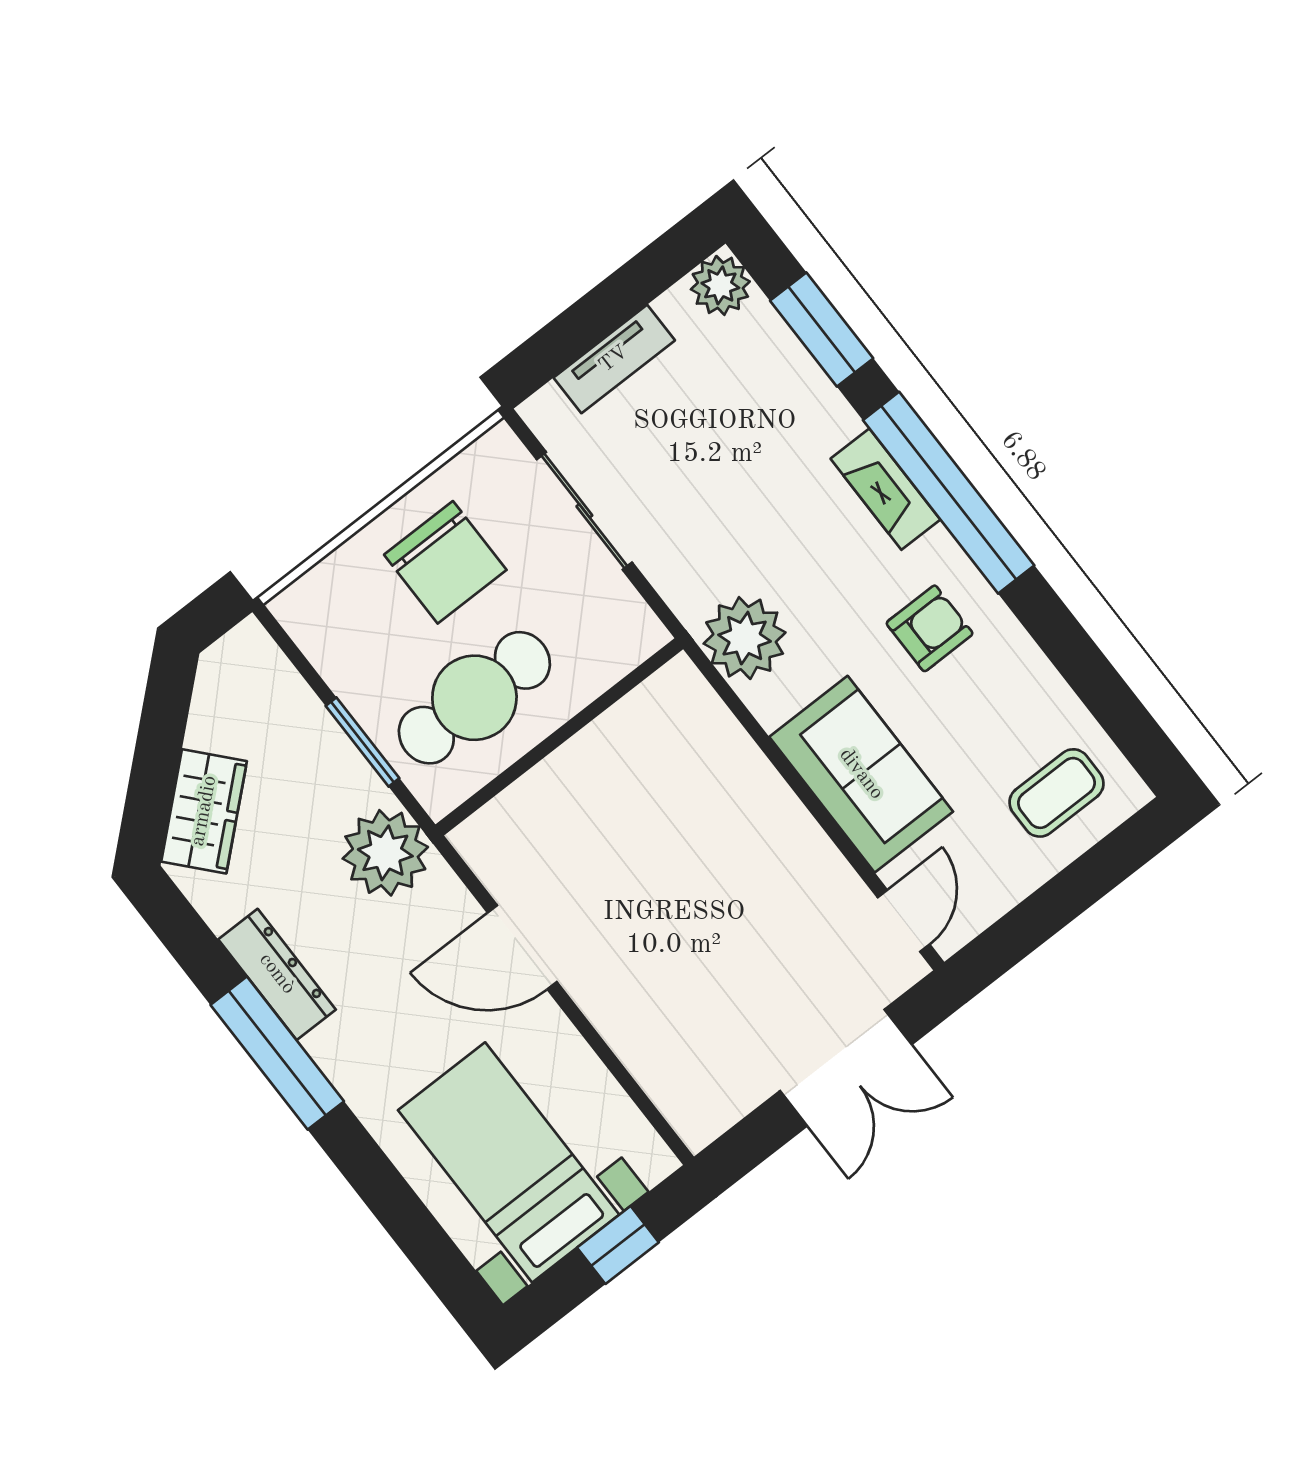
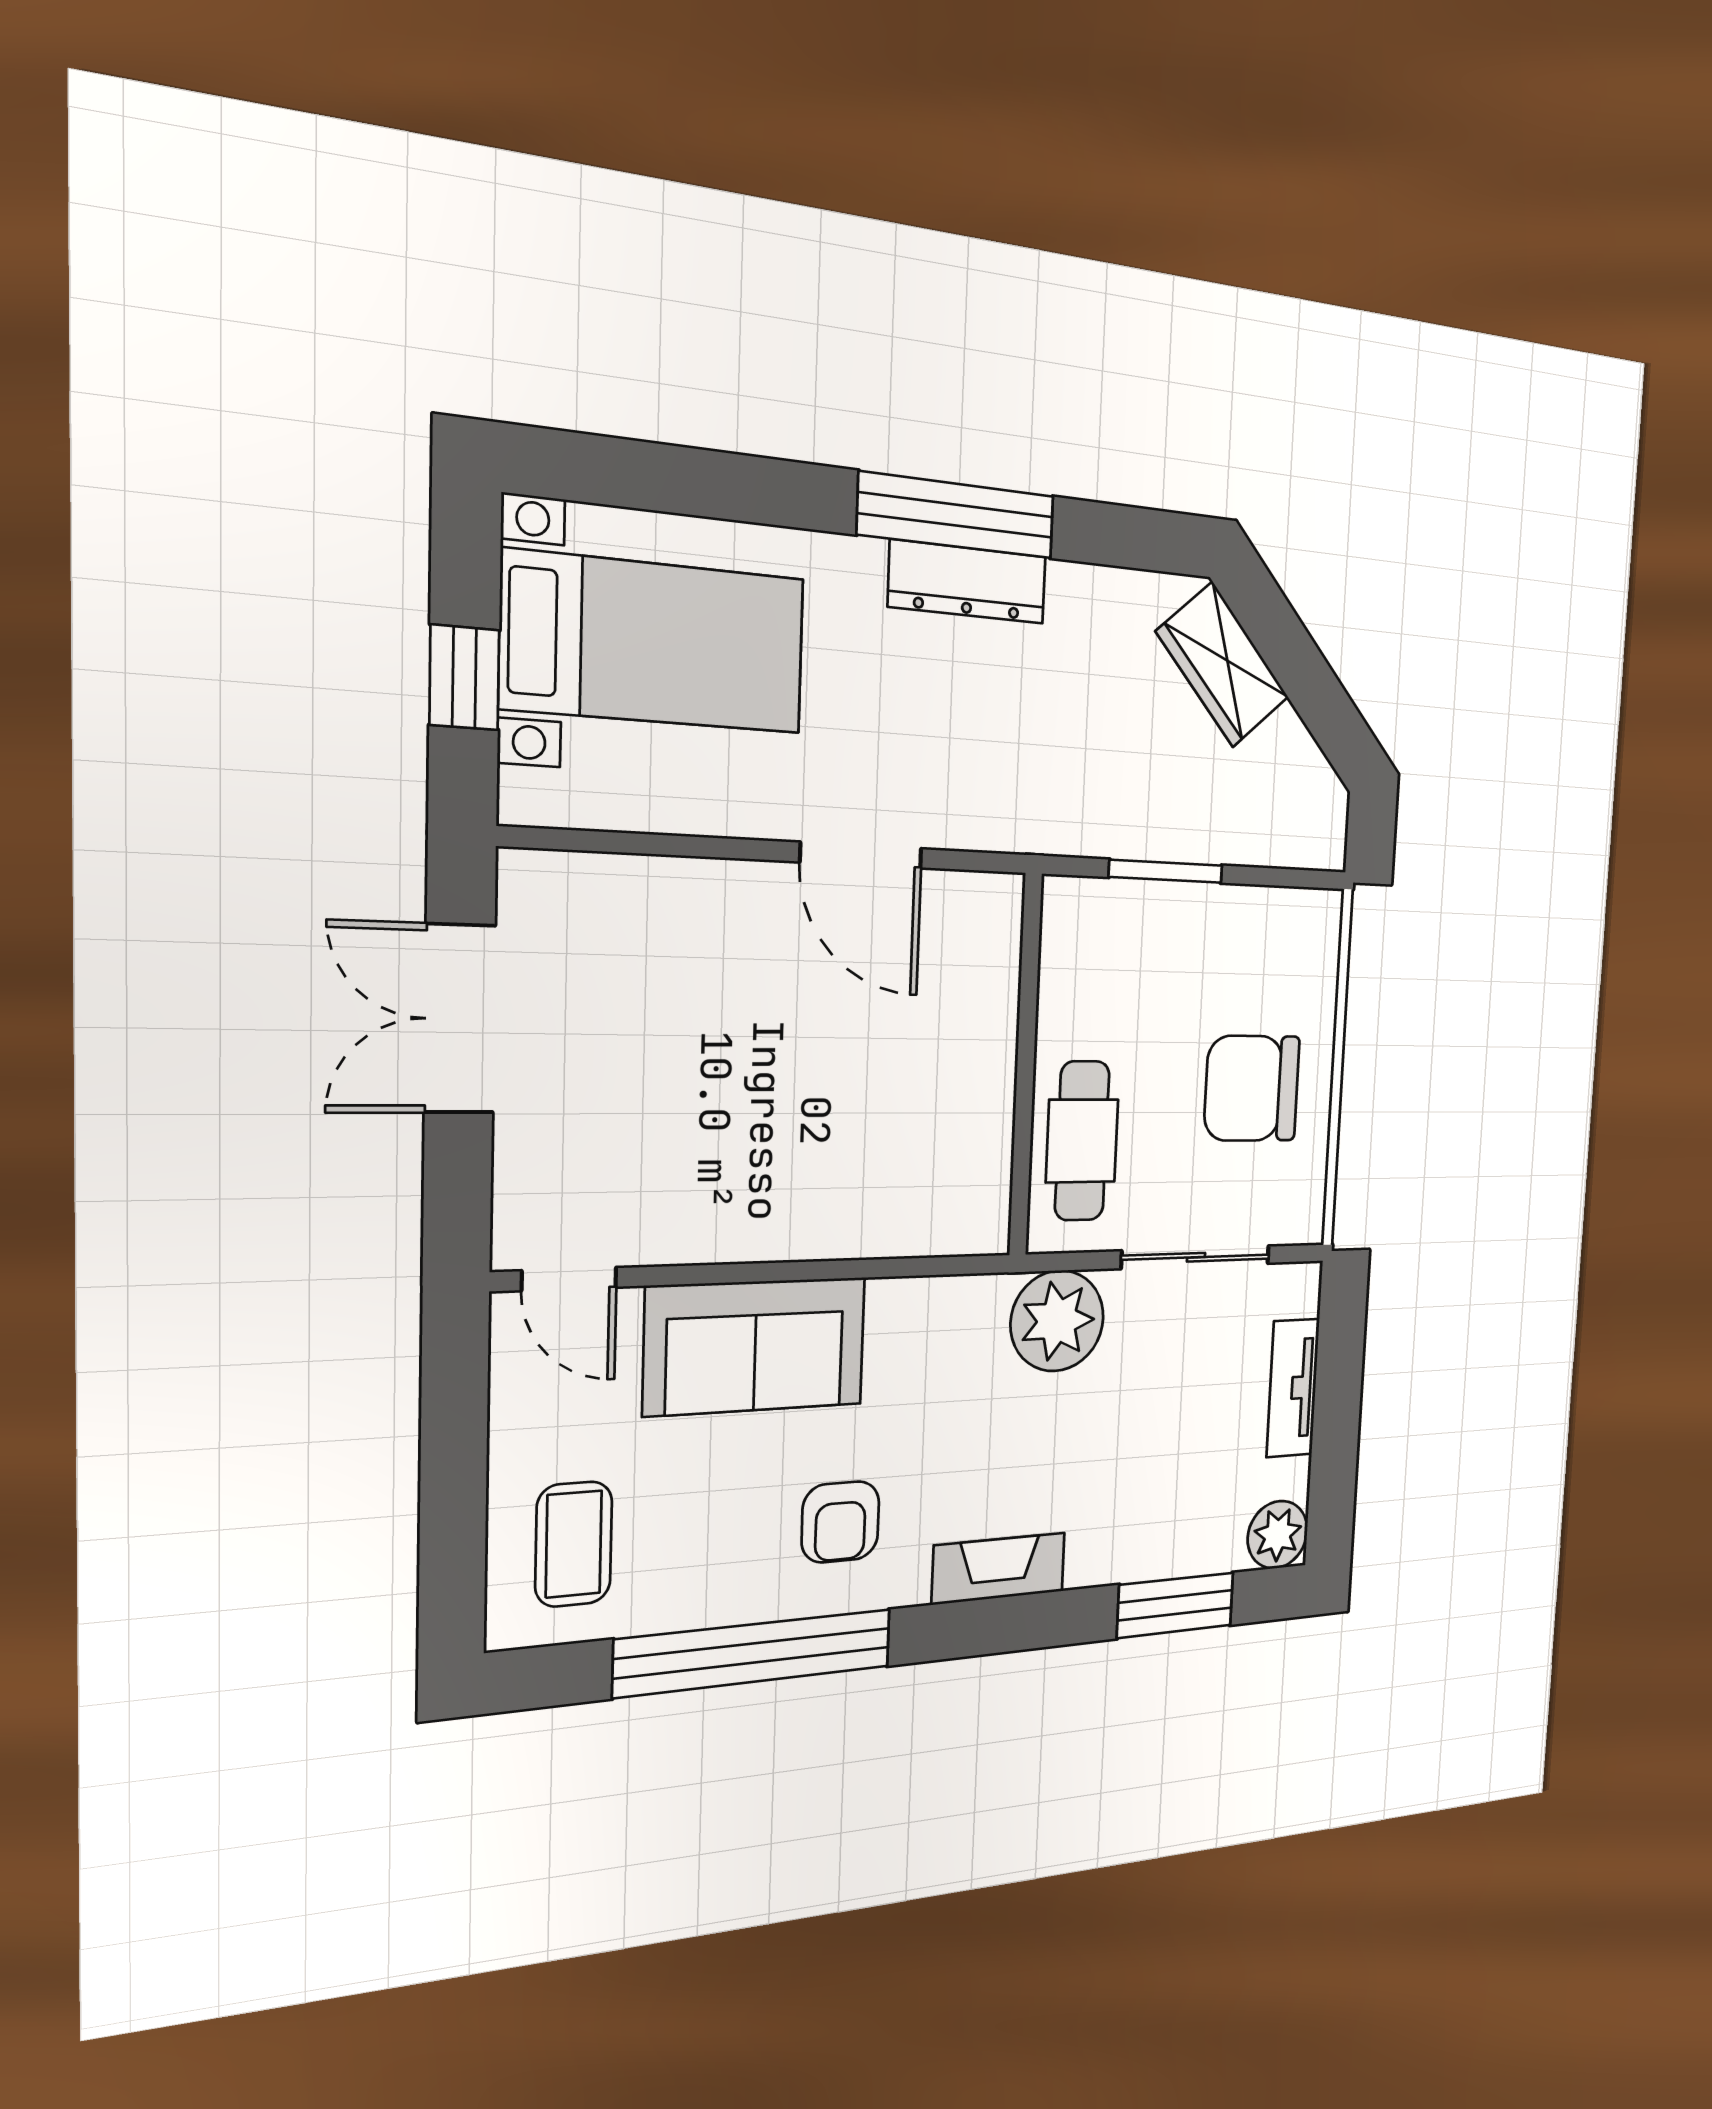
window: (949, 493) -> (754, 1653), moved
plant: (745, 638) -> (1057, 1321), moved
cafe table: (474, 698) -> (1082, 1141), moved, width x0.73, depth x0.74
plant: (385, 853) -> (1055, 801), removed
door: (522, 947) -> (861, 855), swing flipped
dresser: (277, 974) -> (967, 582), moved
double door: (846, 1068) -> (460, 1019), moved

